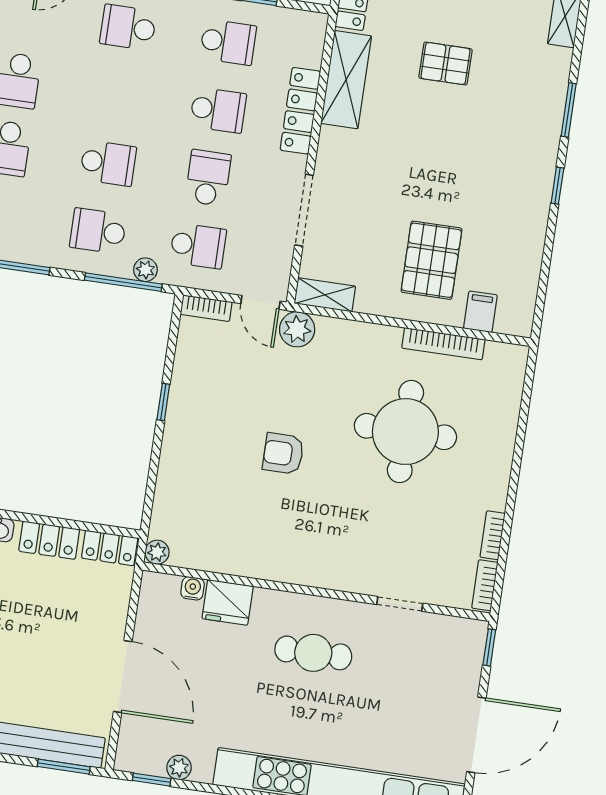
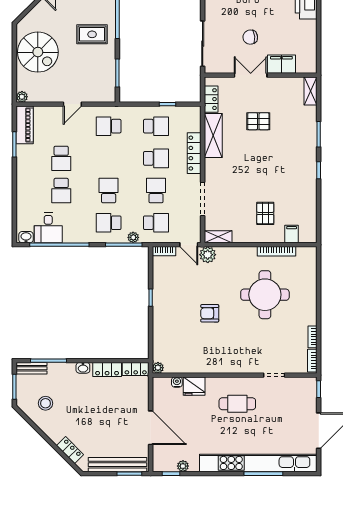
school desk: (108, 163) -> (109, 191), turned -90
pallet: (431, 260) -> (265, 213), width x0.67, depth x0.71

